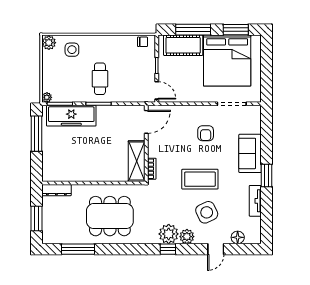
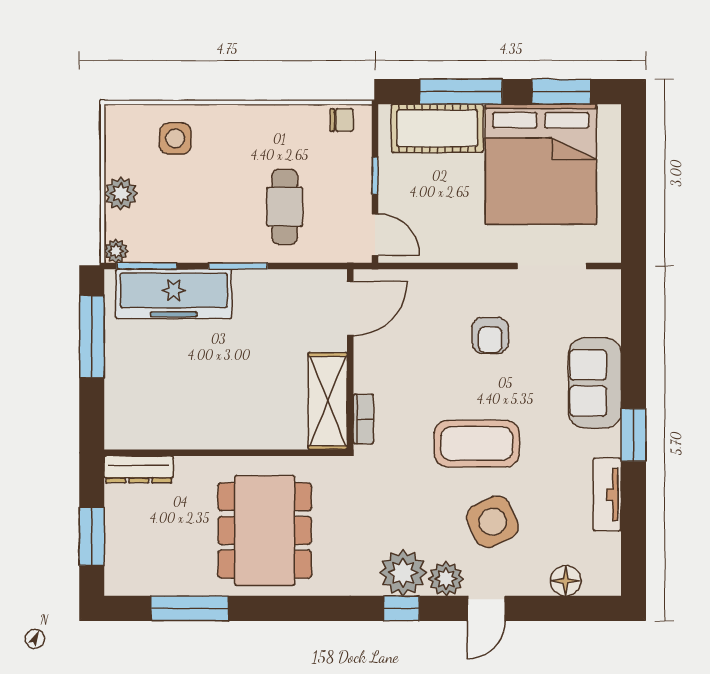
plant: (49, 43) -> (121, 194), moved
cafe table: (100, 79) -> (285, 207), moved
dining table: (110, 216) -> (265, 530), turned 90
door: (216, 249) -> (486, 608), moved

